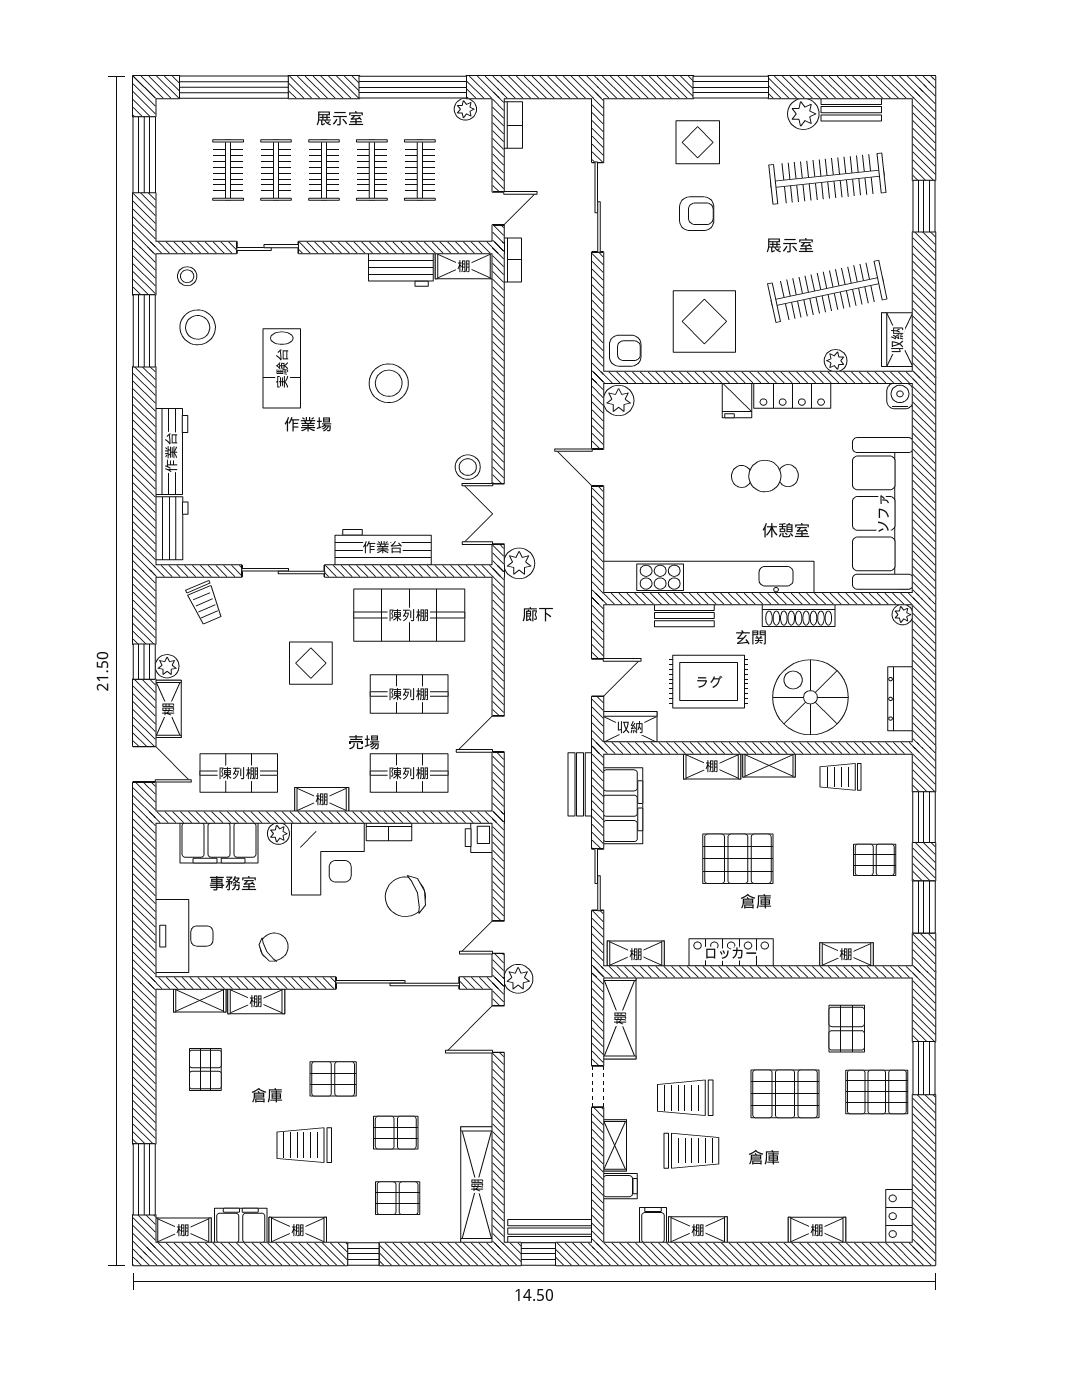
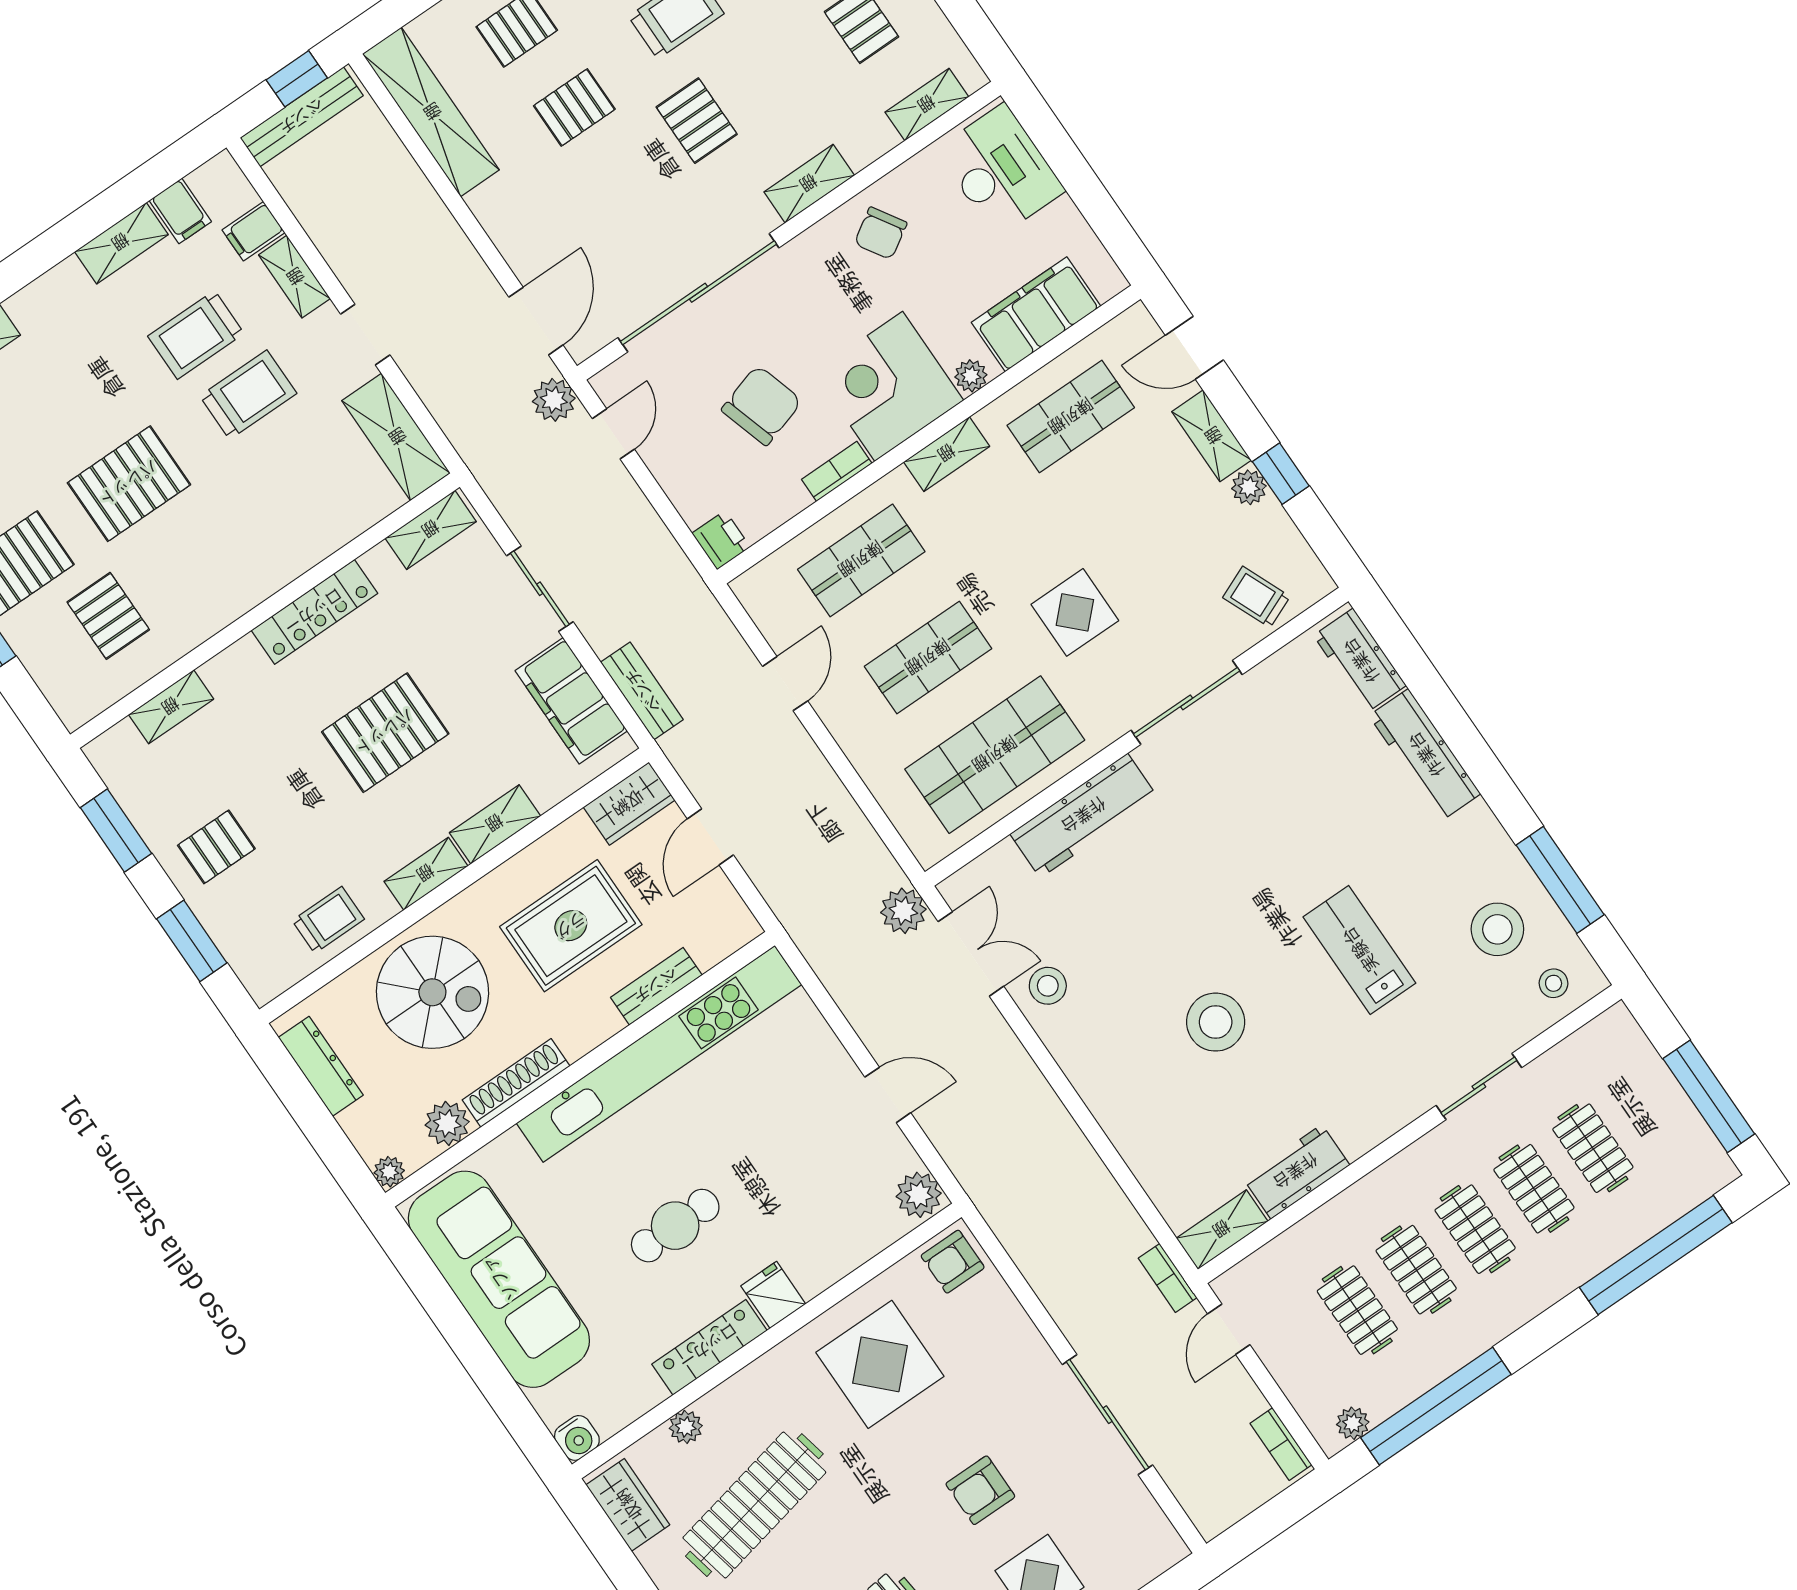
plant: (852, 619) -> (447, 1123), added
shelving: (256, 1001) -> (809, 184), moved
pallet: (333, 1079) -> (697, 121), turned 90

